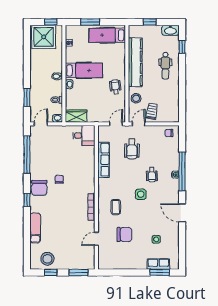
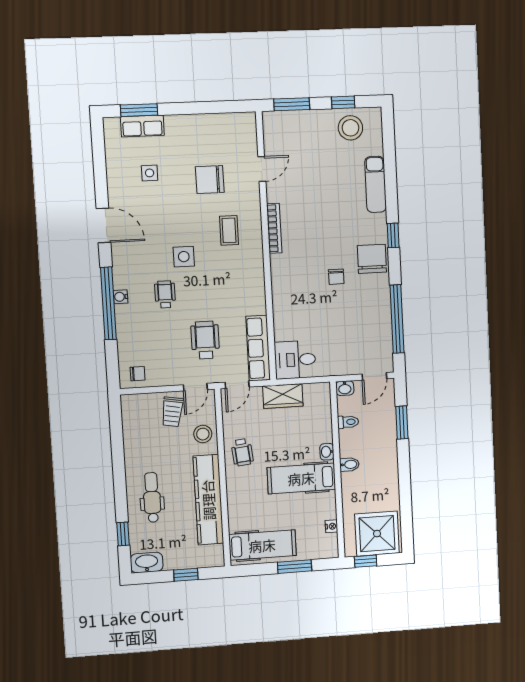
wardrobe: (76, 116) -> (283, 396), moved
row of seats: (104, 160) -> (258, 348), moved

